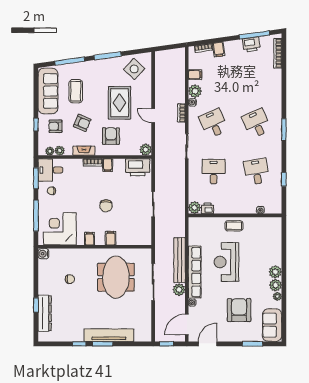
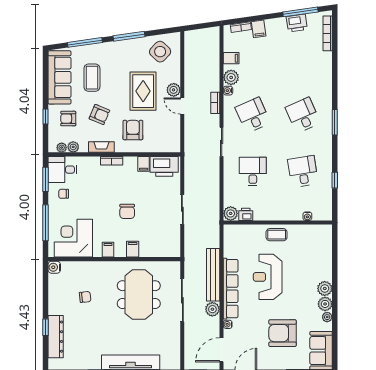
plant: (146, 150) -> (174, 90), moved
filing cabinet: (108, 165) -> (144, 164), moved
armchair: (239, 310) -> (283, 333), turned -90

